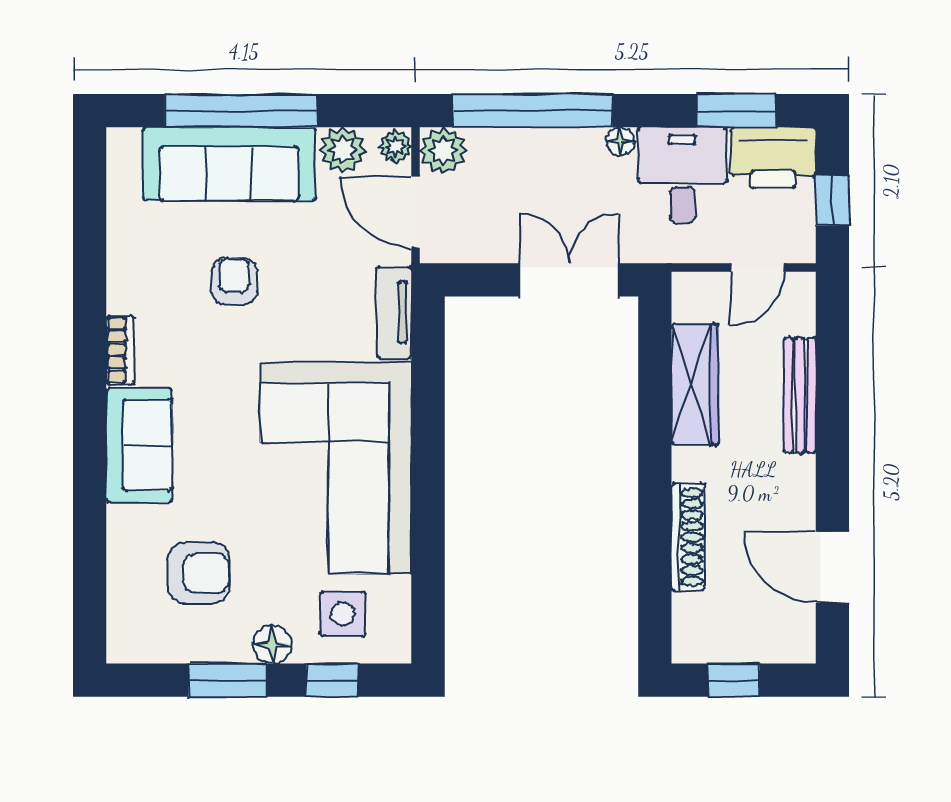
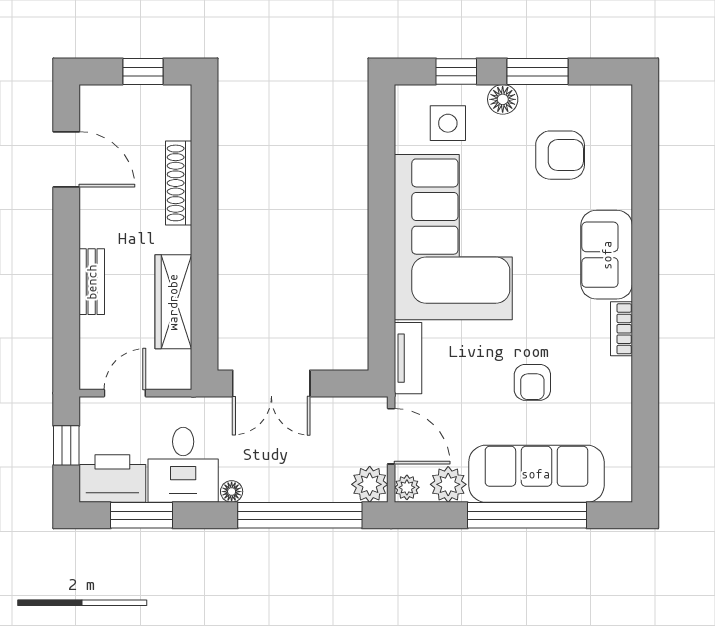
bench: (800, 395) -> (92, 282), width x0.73
armchair: (199, 573) -> (560, 155), turned 180

